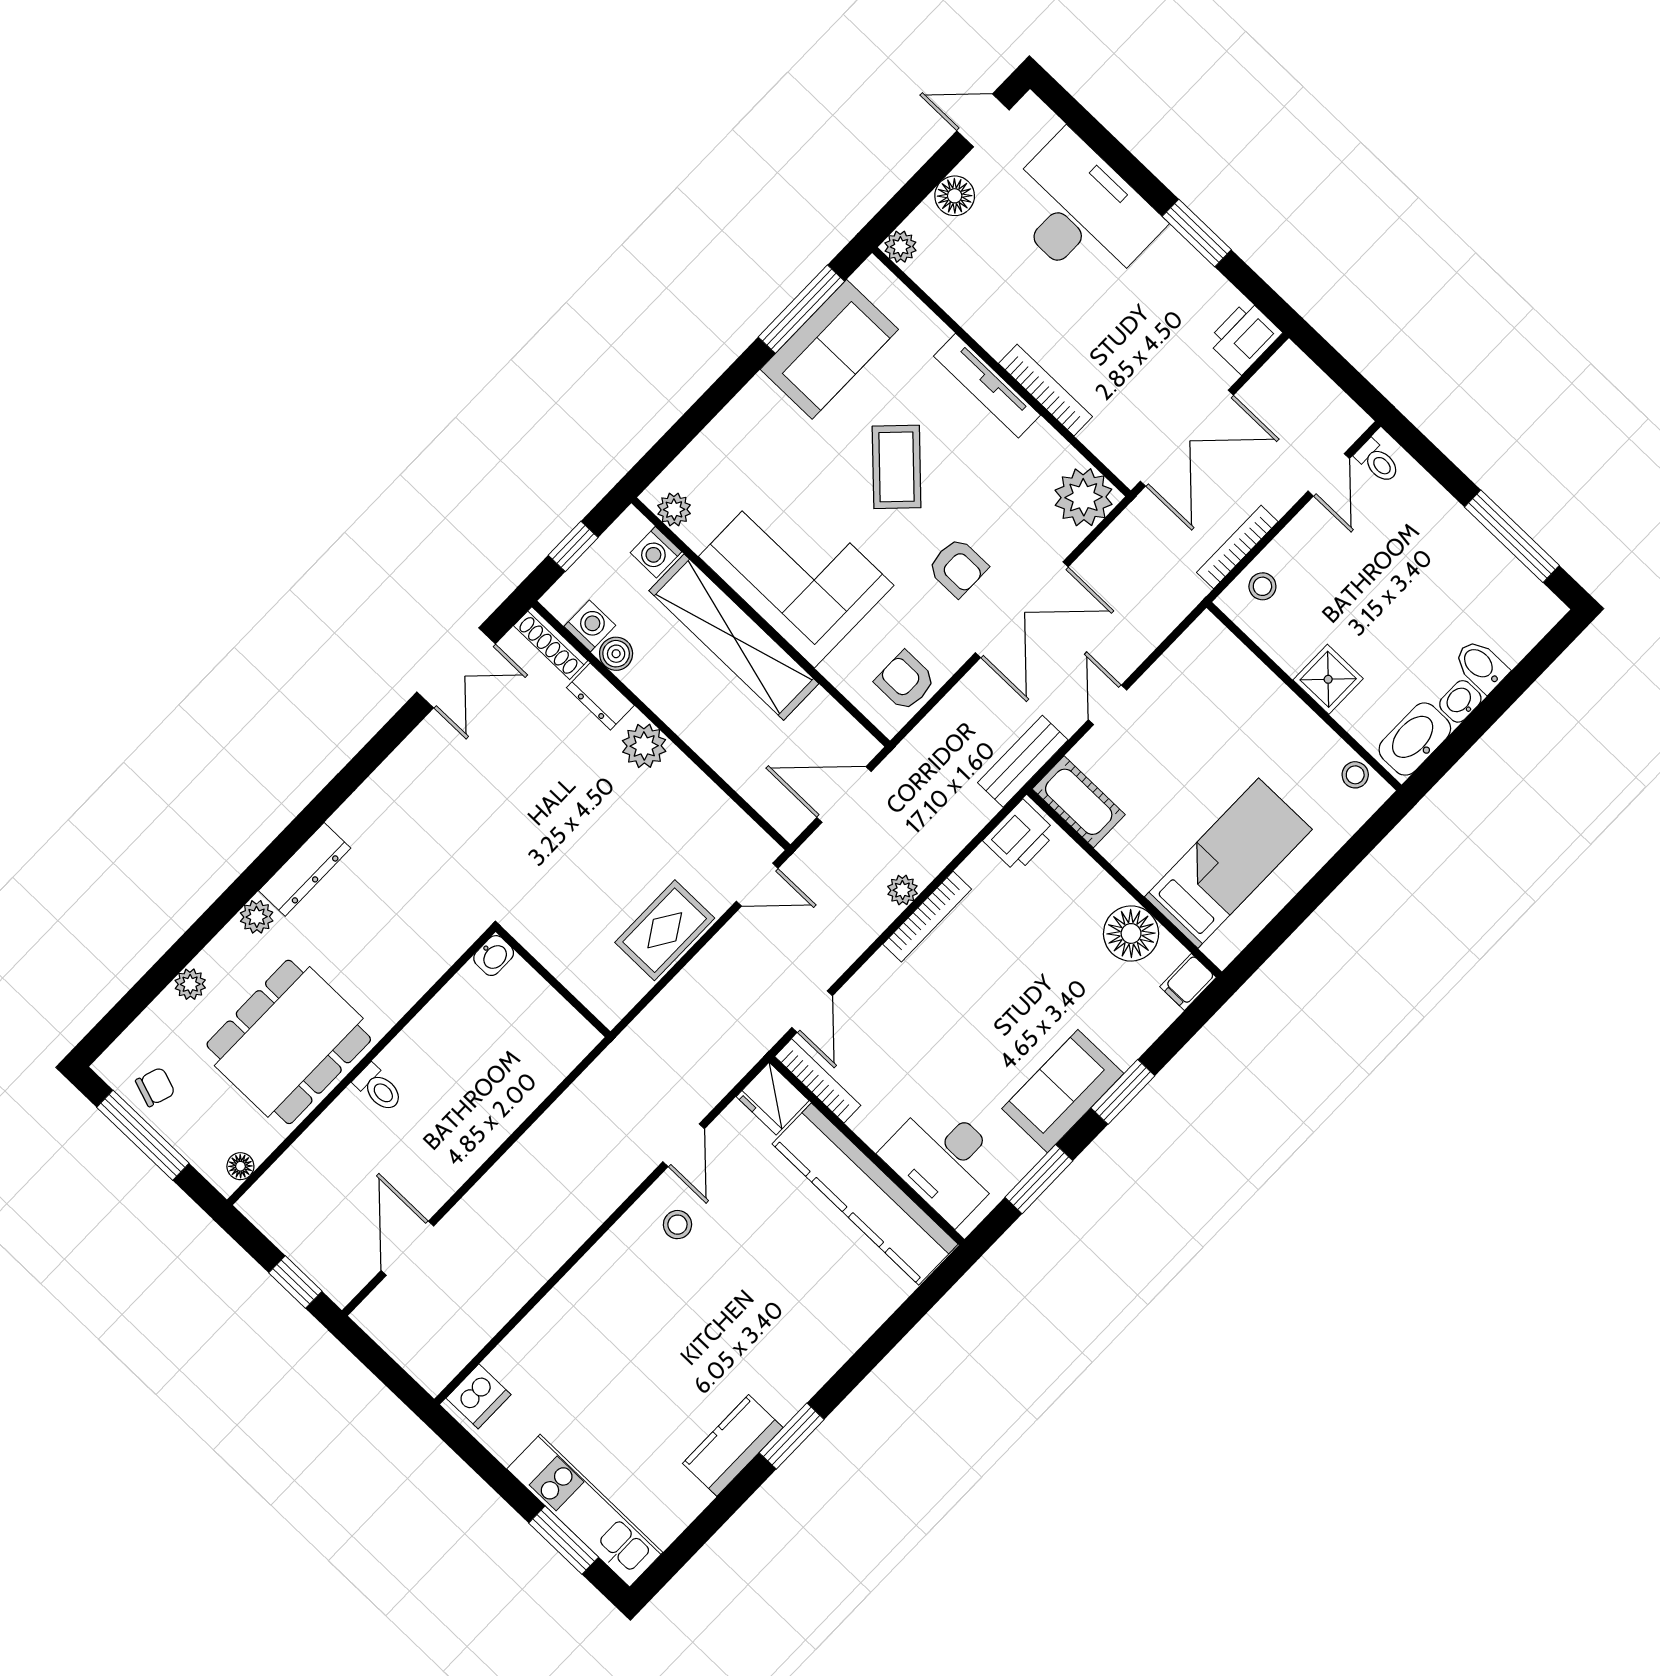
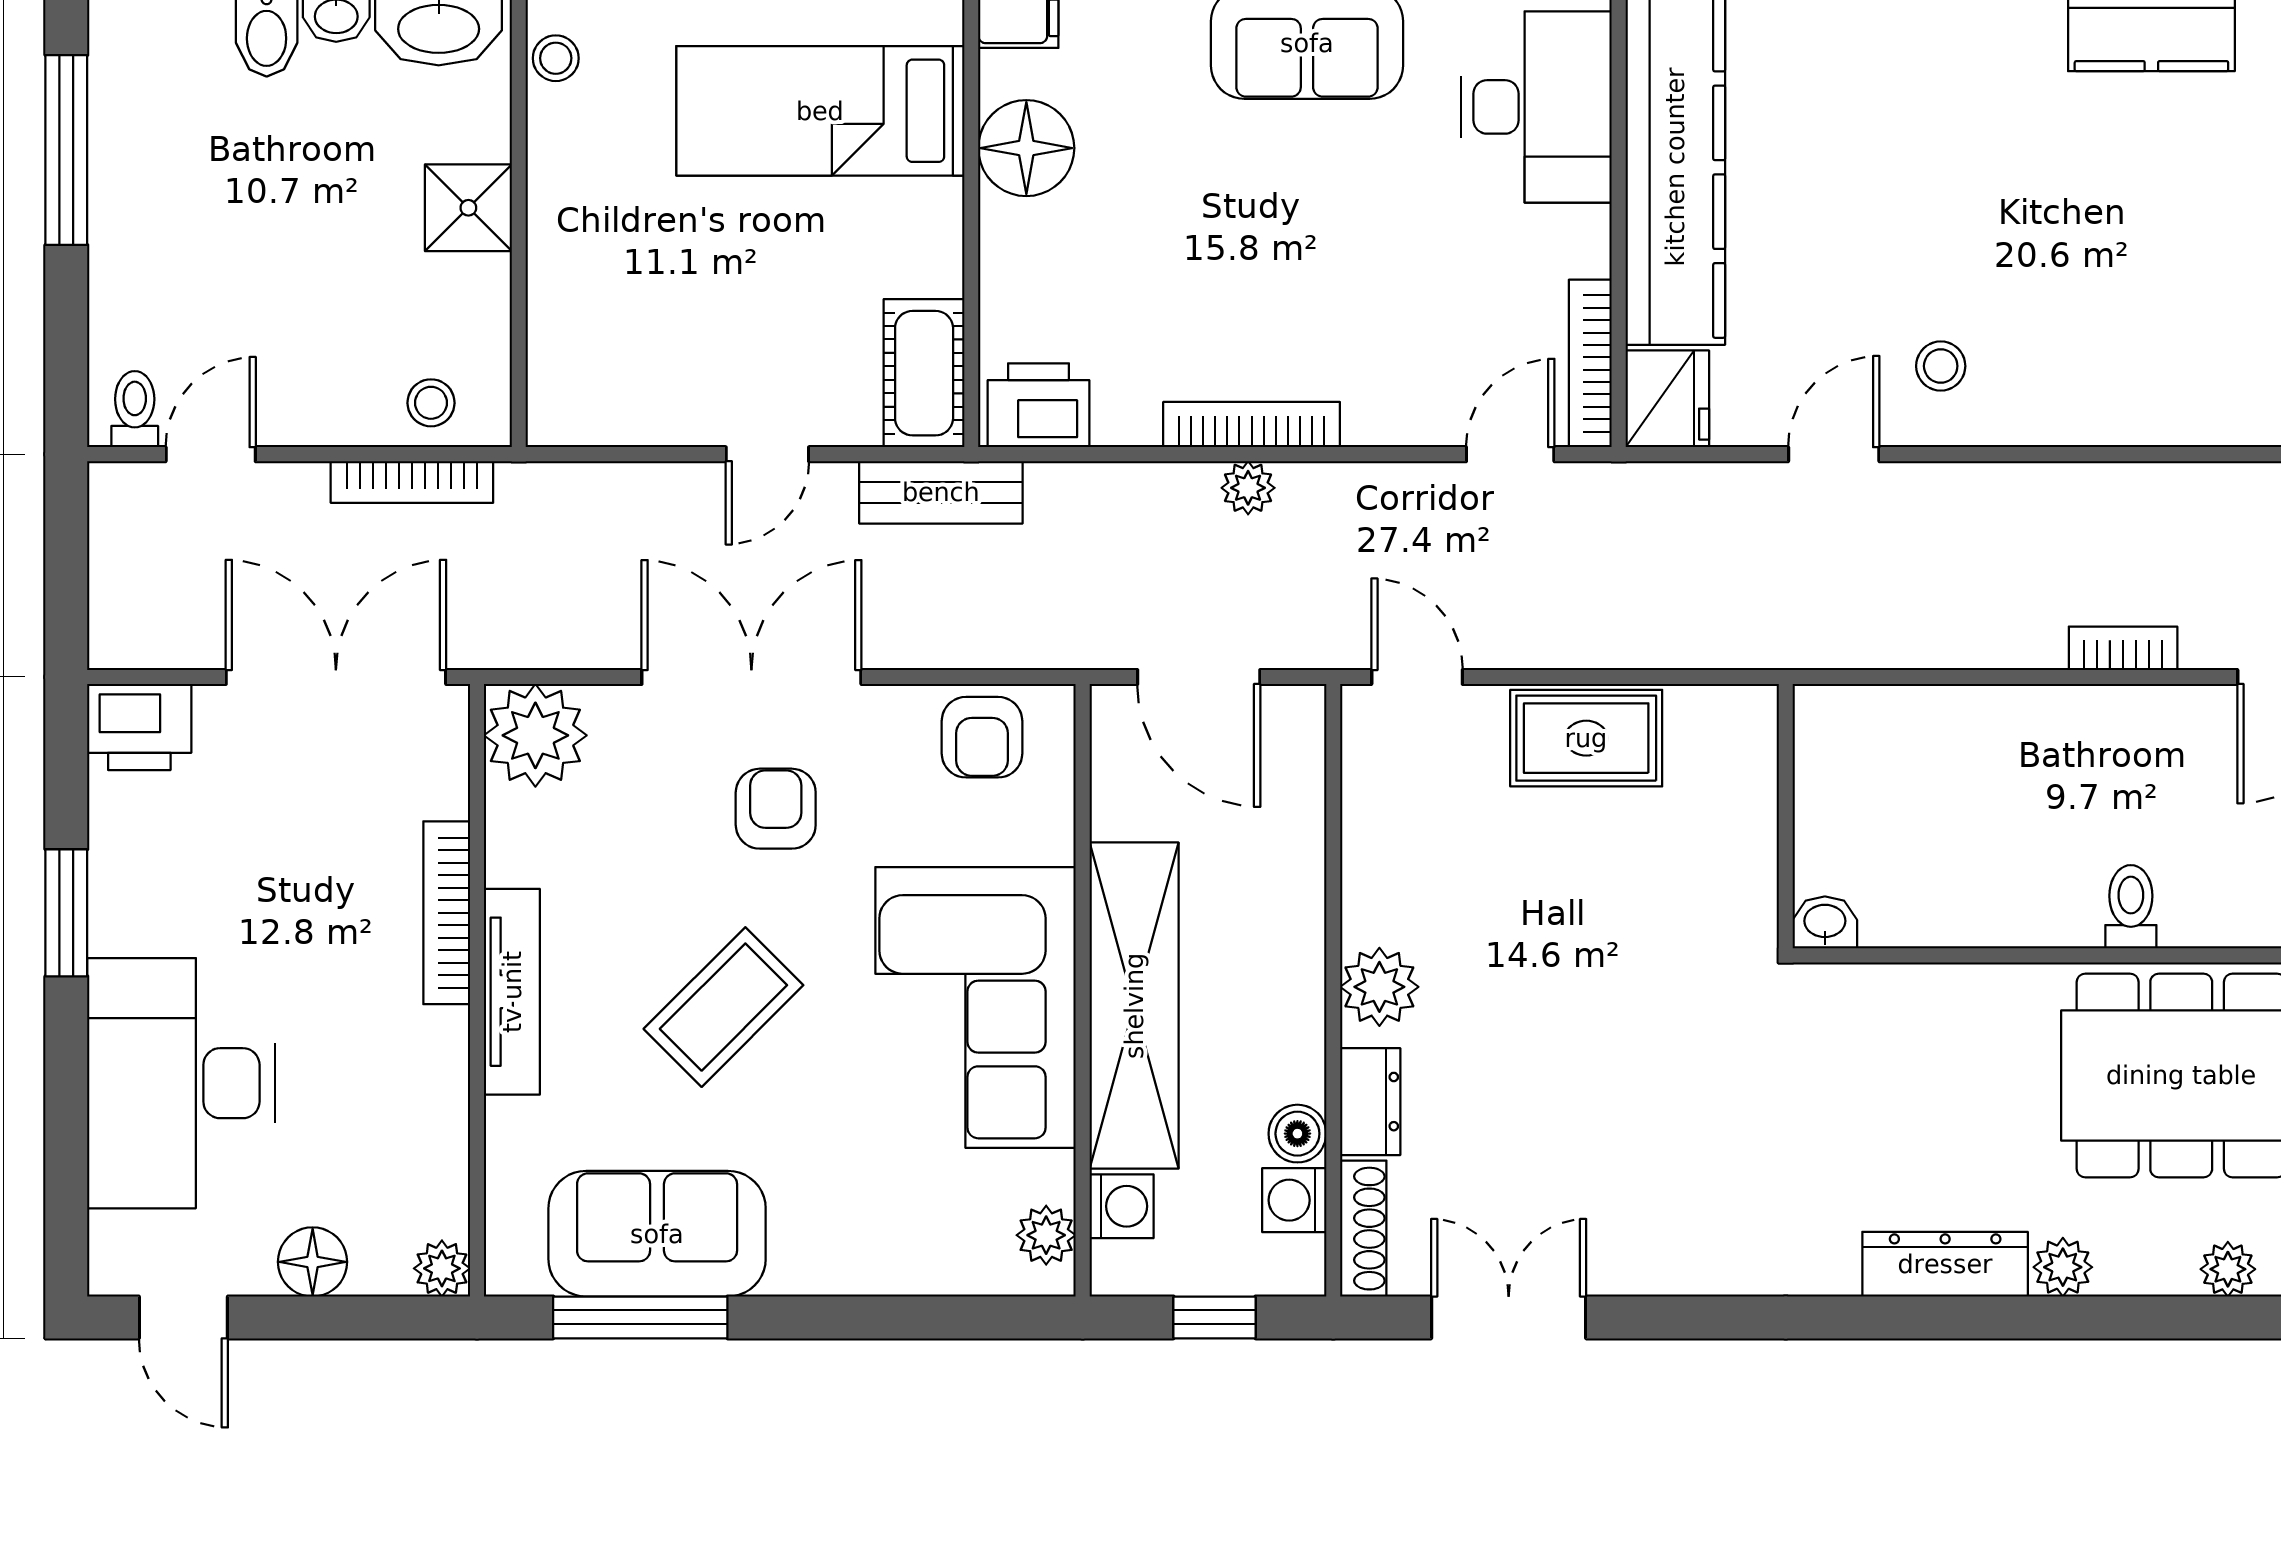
bookcase: (488, 1188) -> (2123, 648), added

